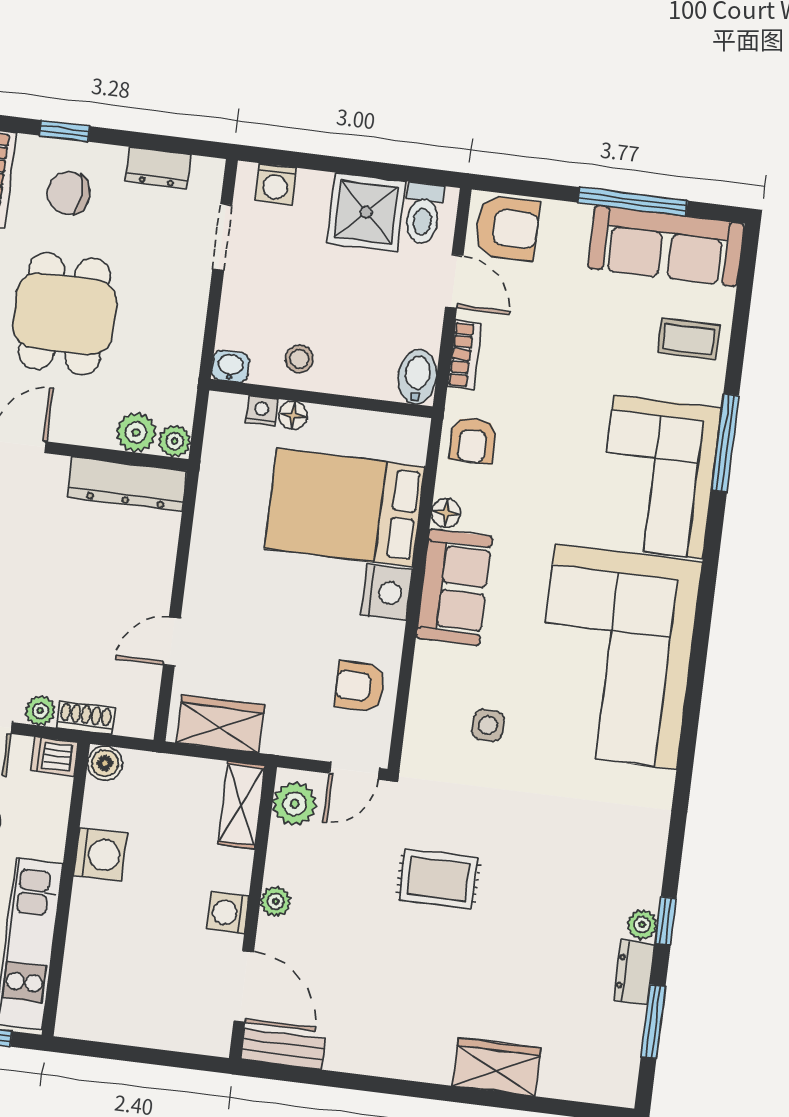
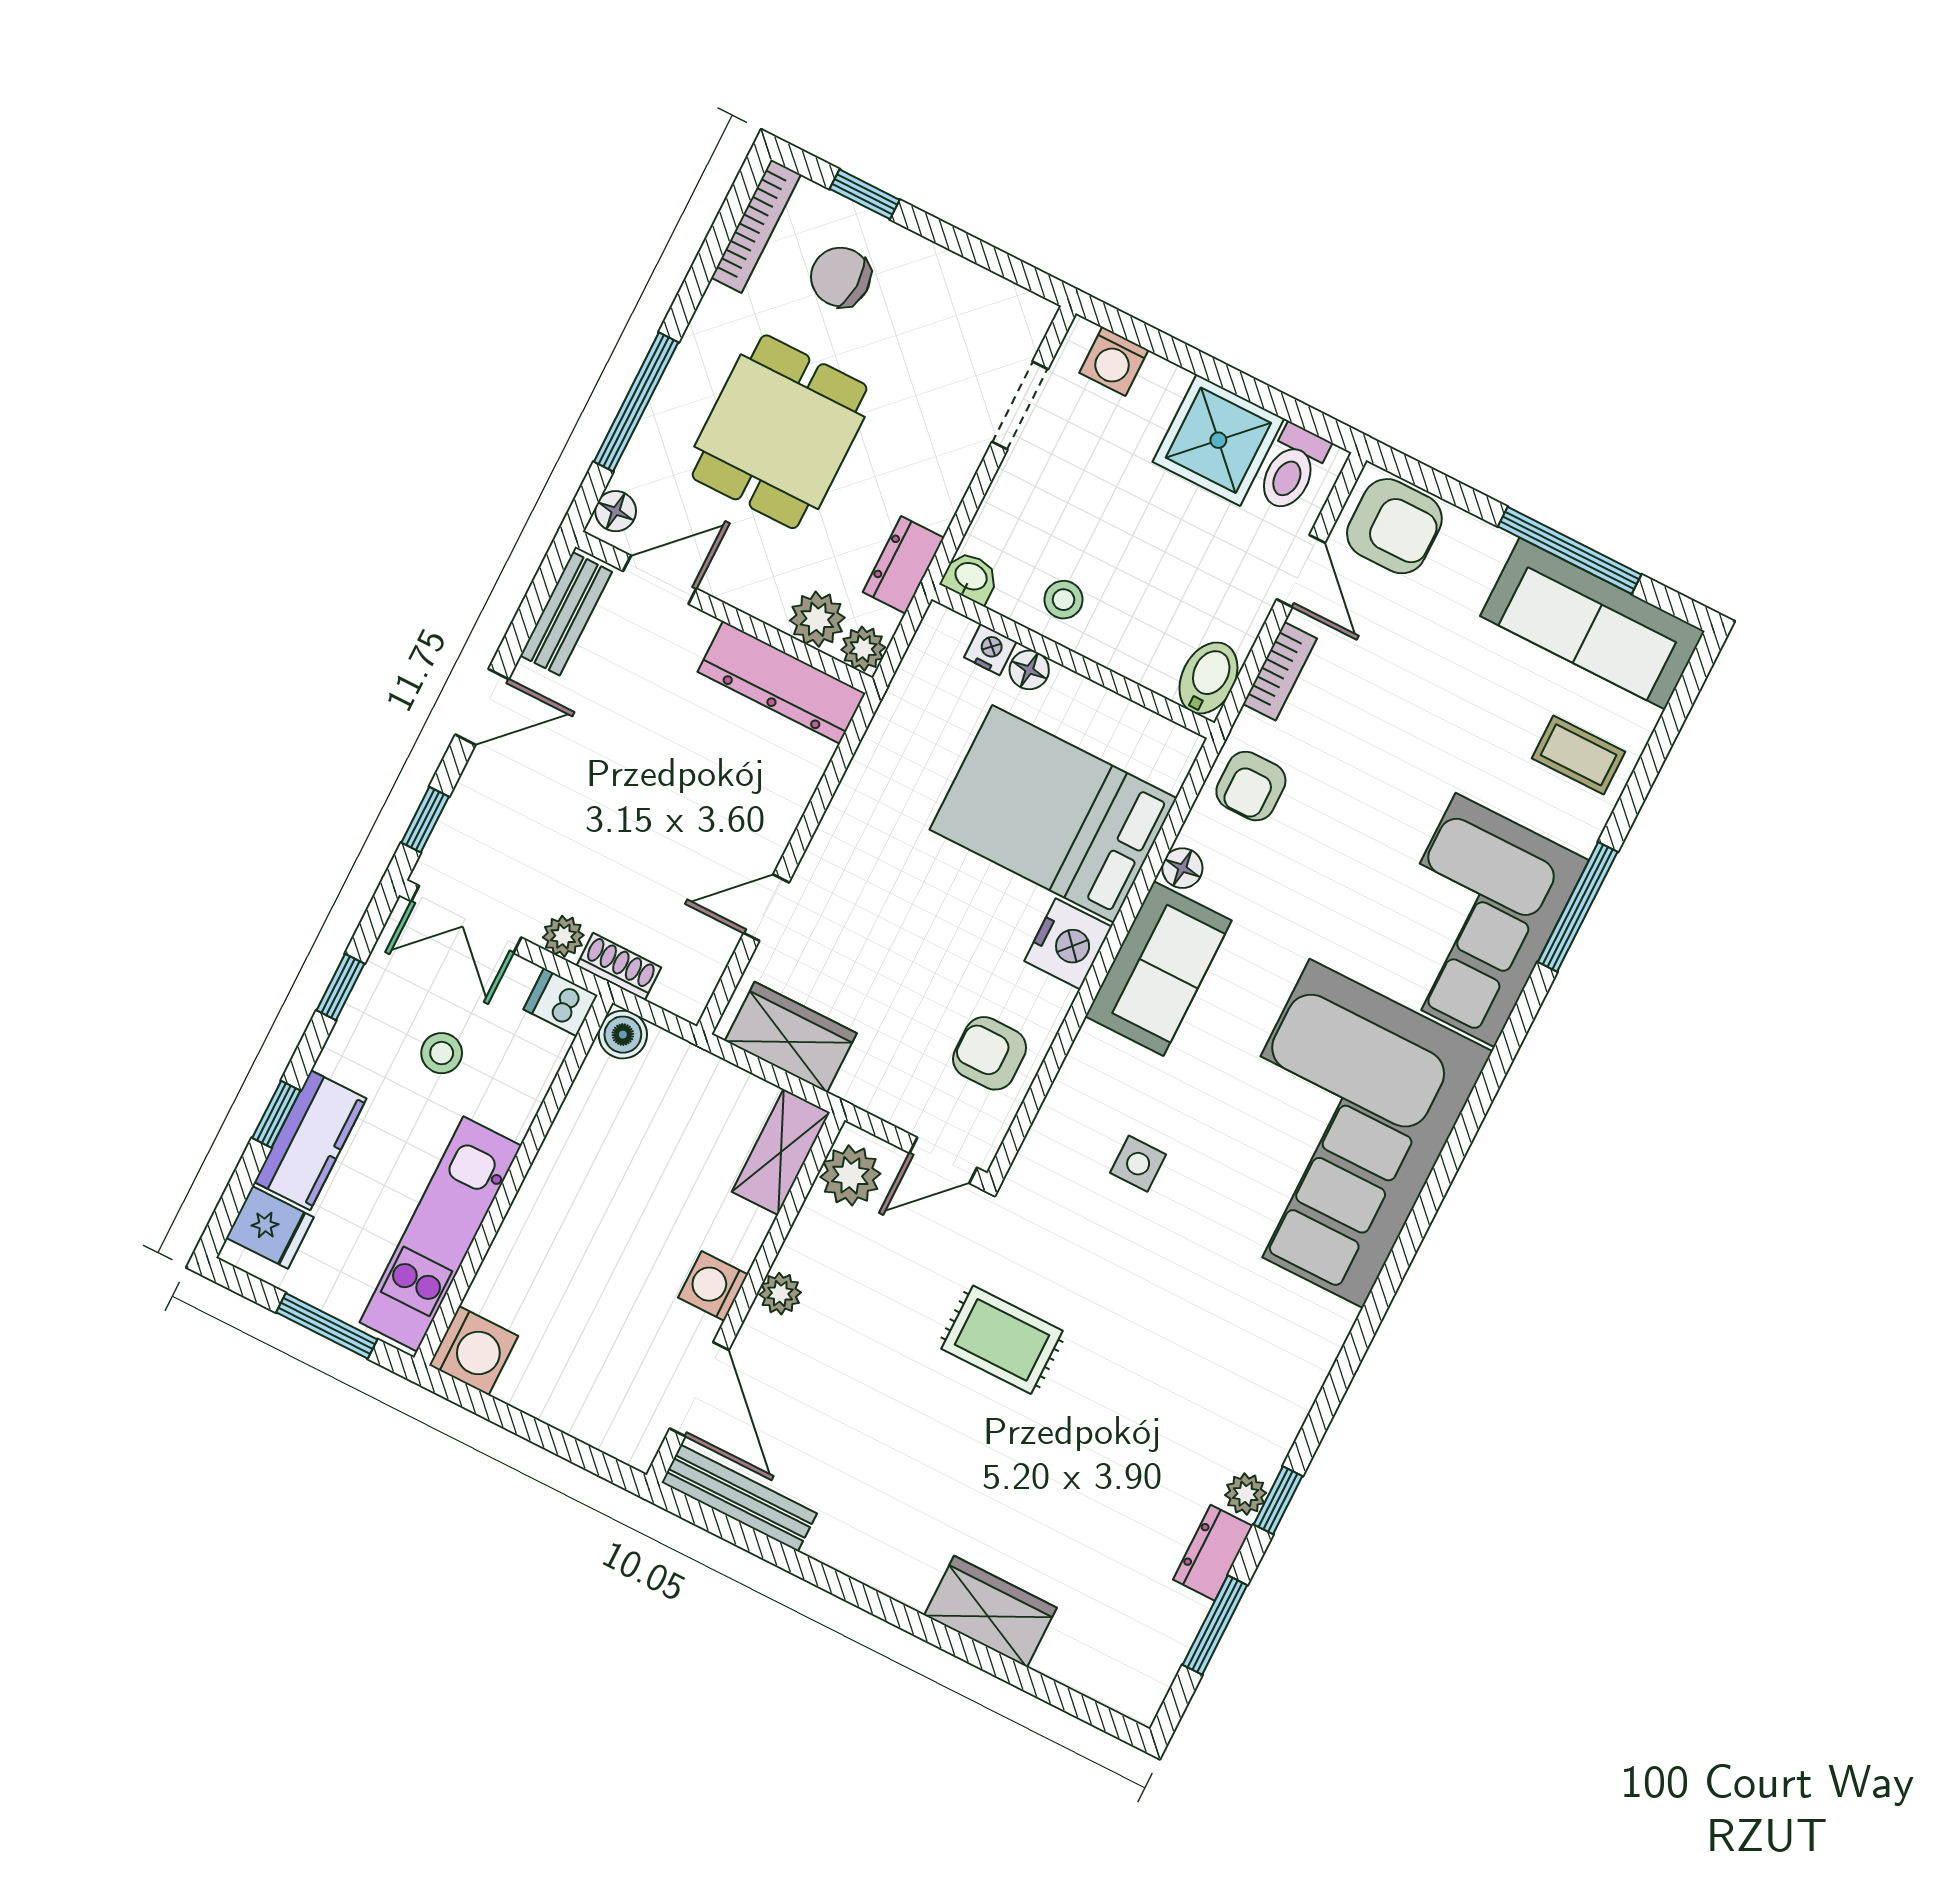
dresser: (158, 168) -> (903, 565), moved, turned 90
washing machine: (100, 854) -> (474, 1351), moved
bench: (283, 1049) -> (739, 1498), width x1.36

